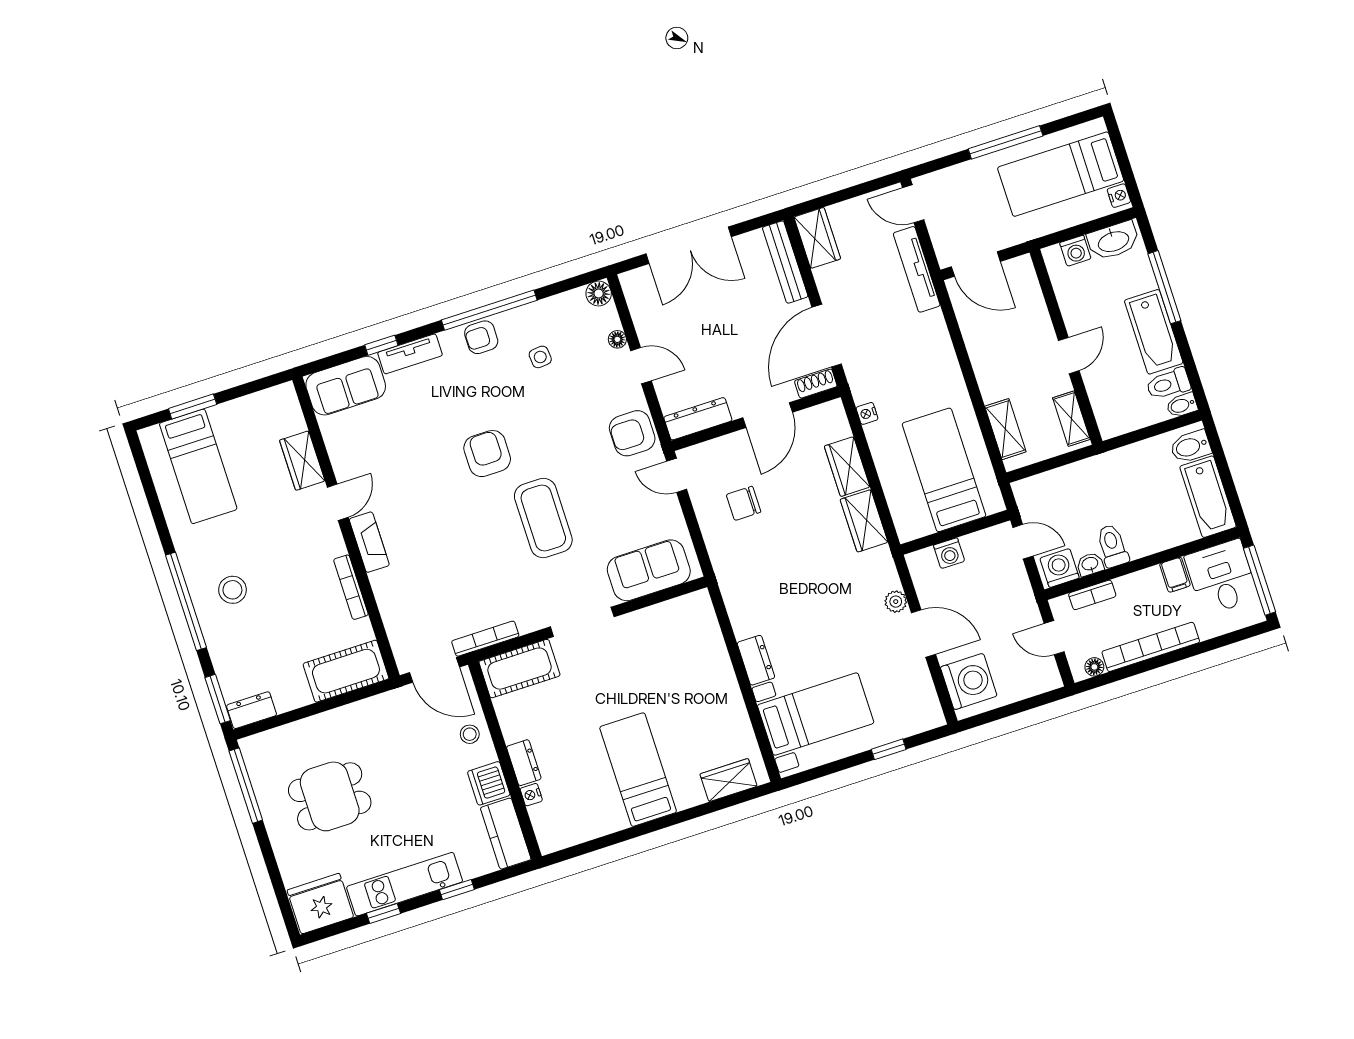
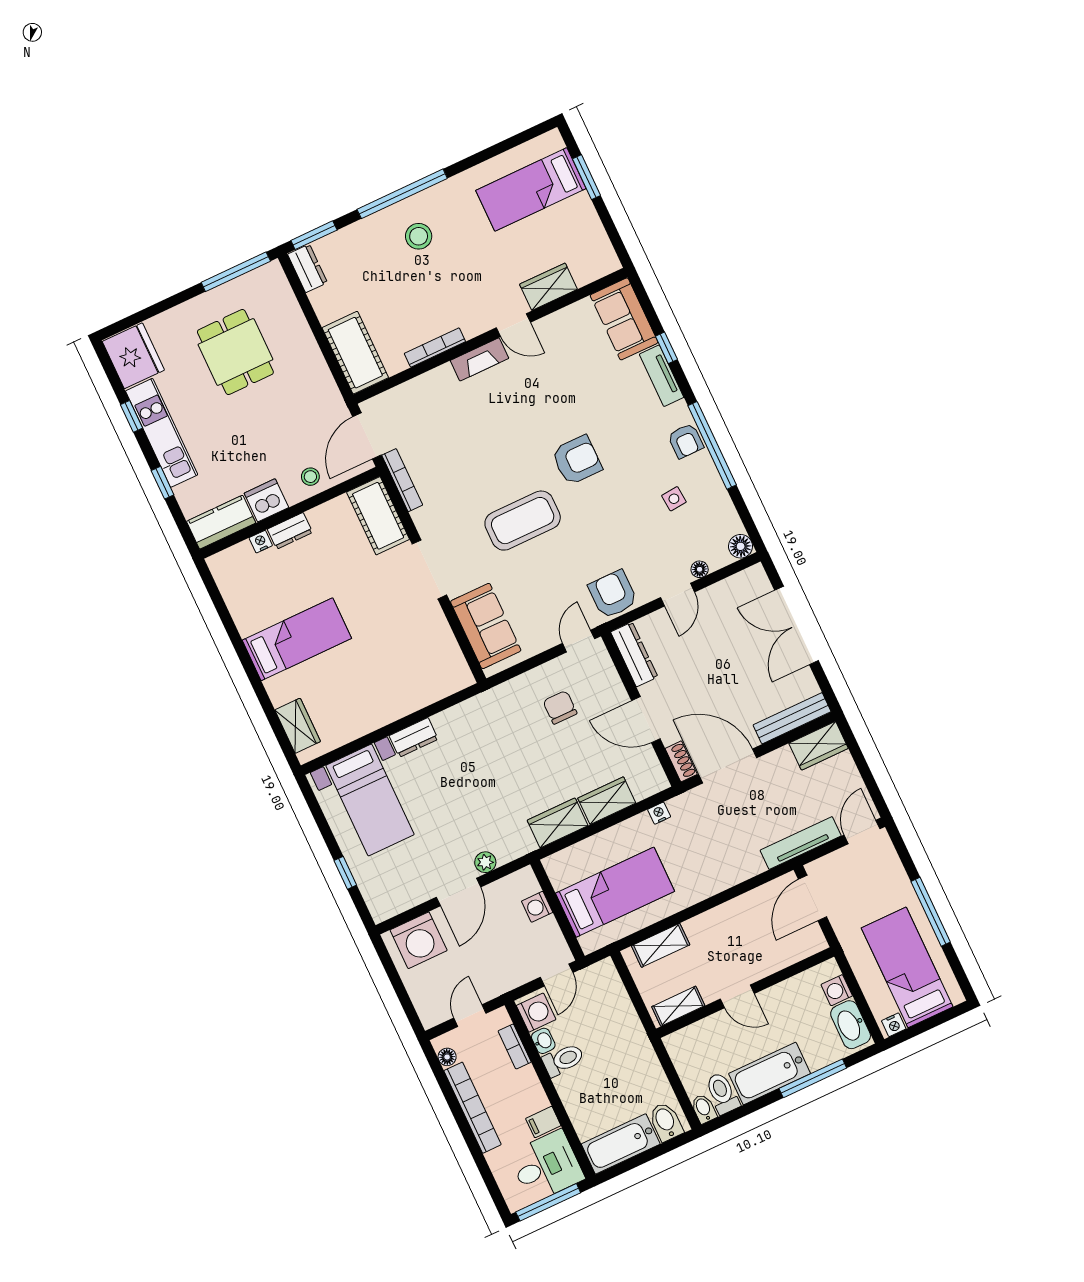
armchair: (481, 337) -> (686, 441), turned 180

